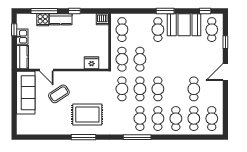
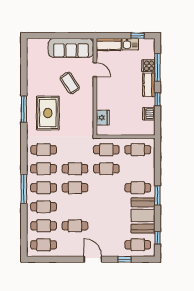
dishwasher: (102, 19) -> (149, 114), moved
door: (46, 70) -> (95, 70), swing flipped
cafe table: (122, 89) -> (44, 150), moved
window: (137, 137) -> (24, 189), moved

